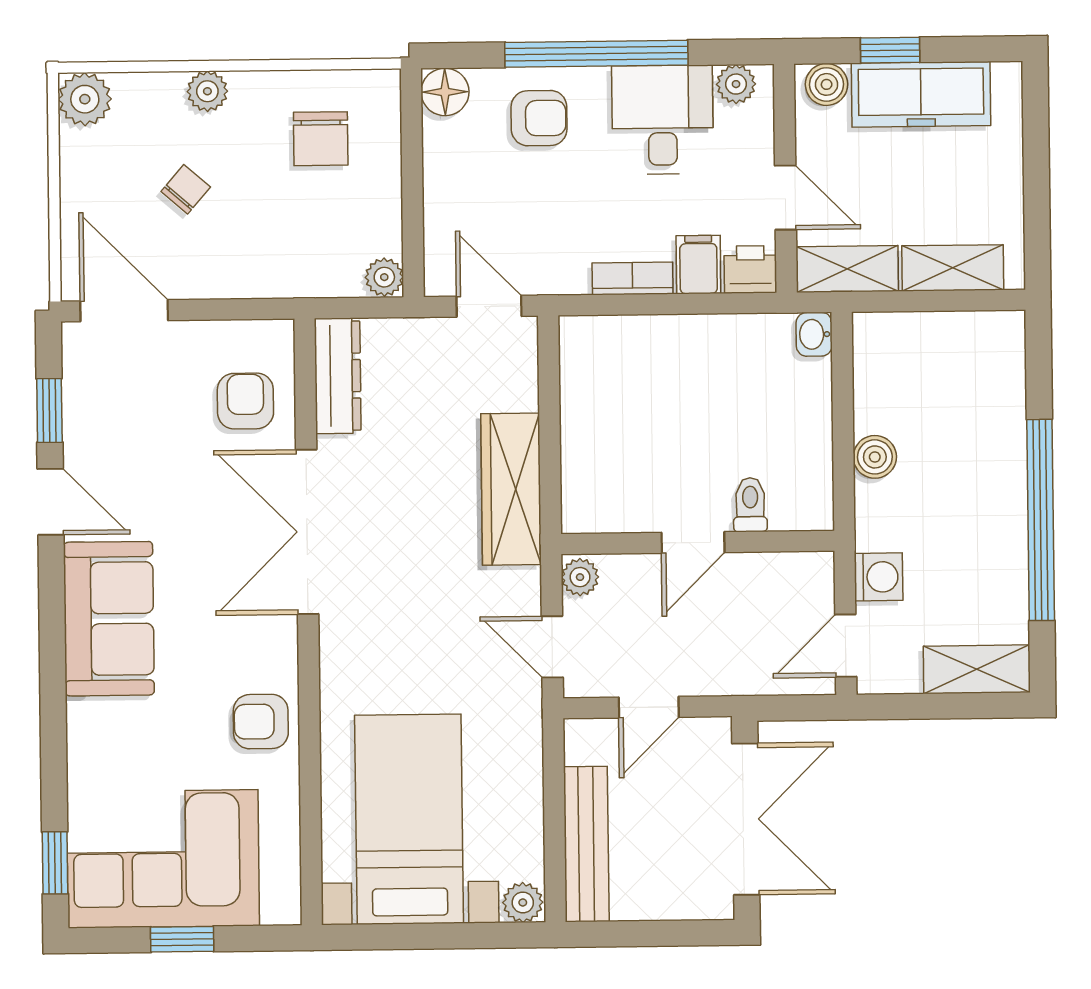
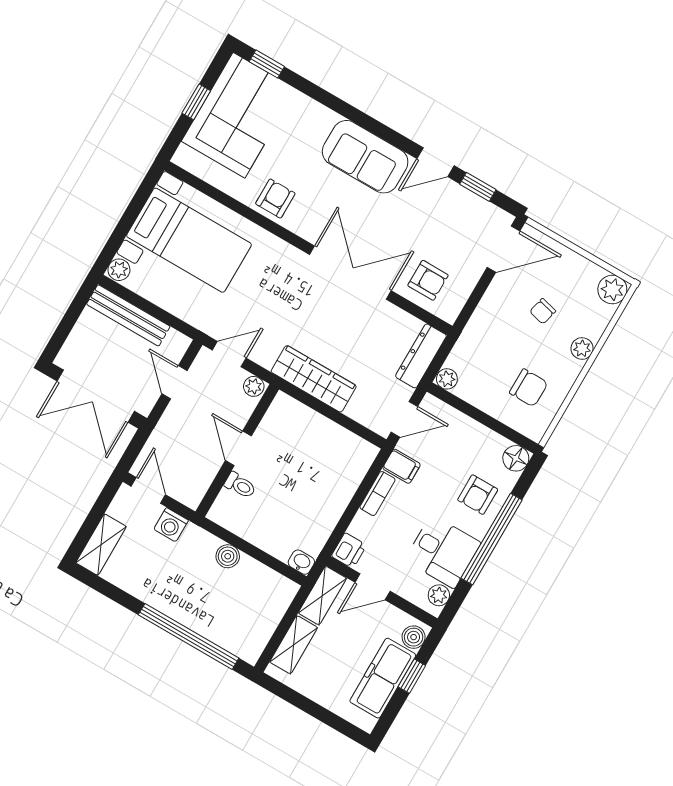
chair: (321, 139) -> (529, 388), turned 180
chair: (186, 189) -> (543, 311), turned 63
filing cabinet: (698, 265) -> (402, 466), moved
dresser: (338, 376) -> (421, 356), moved, turned 90
window: (1041, 520) -> (189, 636), moved

